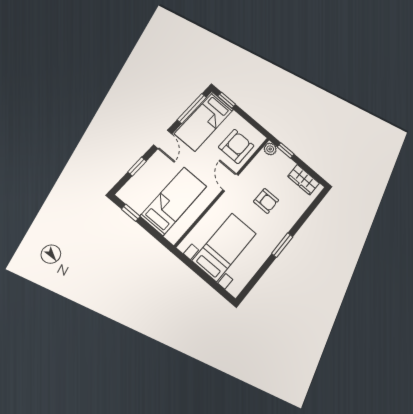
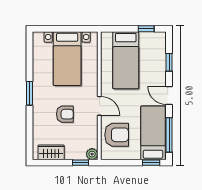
armchair: (236, 146) -> (117, 135), turned -90
armchair: (266, 201) -> (65, 114), turned 180

